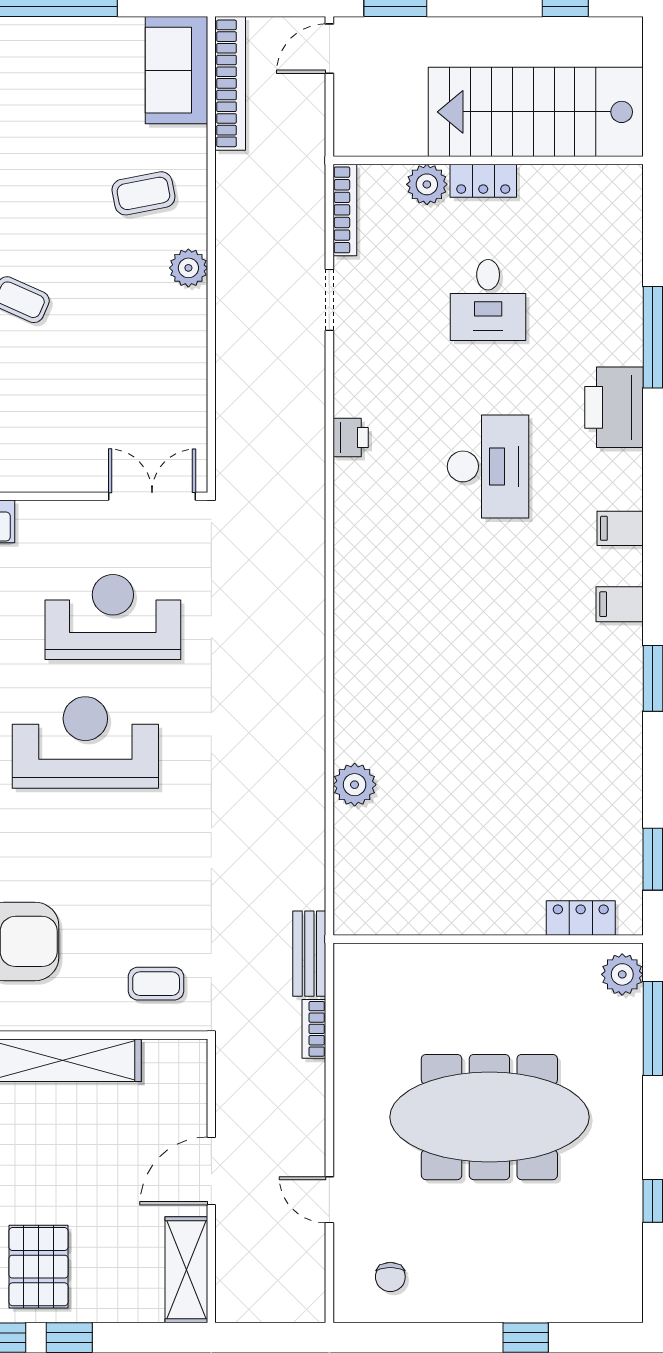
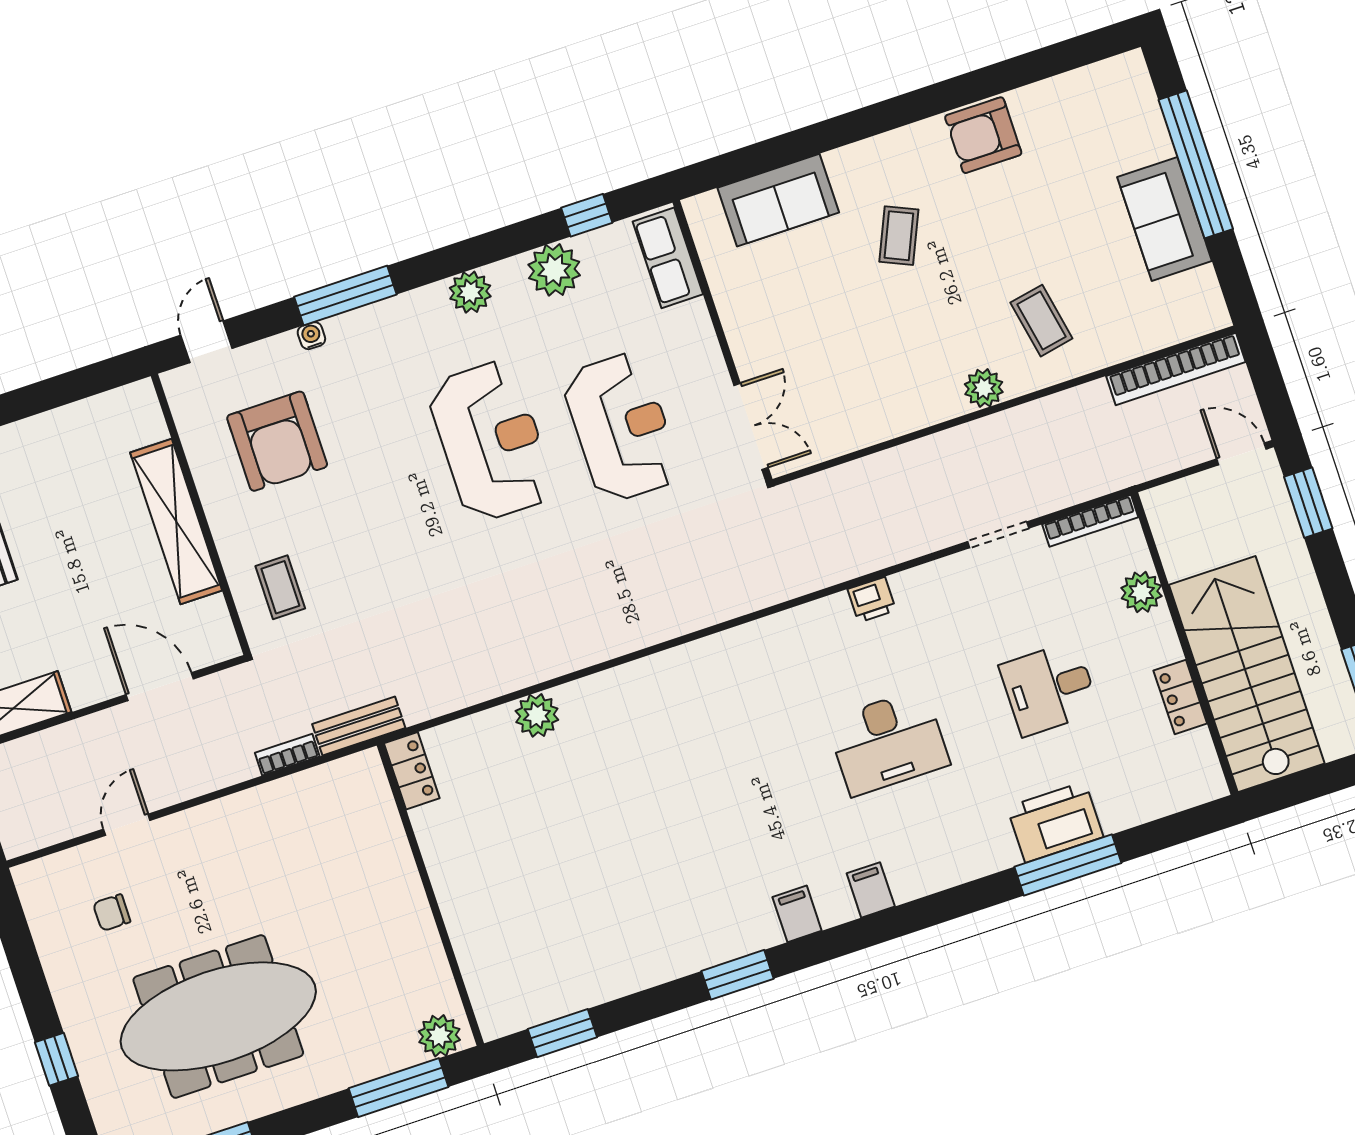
sofa: (176, 70) -> (1165, 219), moved, turned -90
locker: (483, 181) -> (1180, 697), moved
printer: (614, 407) -> (1055, 822), moved
locker: (581, 918) -> (412, 771), moved
meeting table: (489, 1117) -> (218, 1016), moved, turned 90
door: (211, 1171) -> (160, 687), moved
chair: (390, 1277) -> (112, 913), moved

